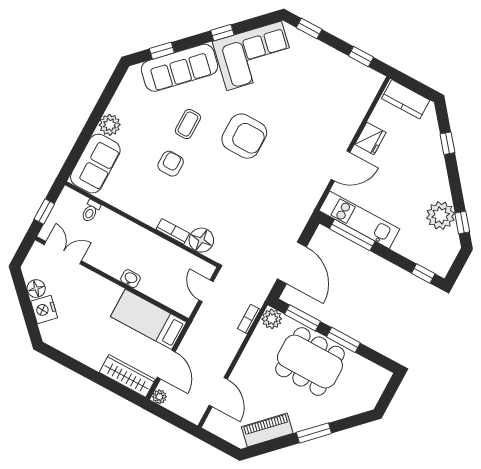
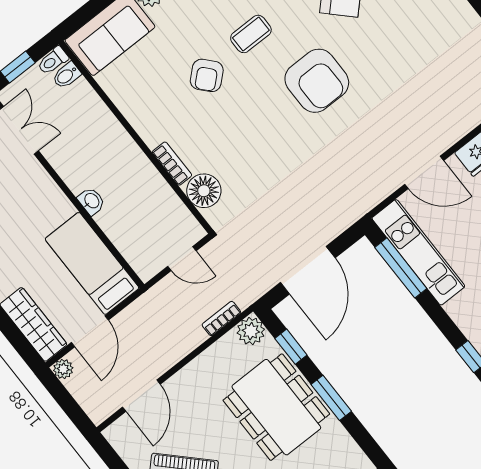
armchair: (171, 164) -> (207, 75), turned 138
bidet: (79, 203) -> (67, 75), added
toilet: (91, 211) -> (53, 61), moved
door: (206, 291) -> (182, 259), swing flipped
window: (302, 318) -> (291, 347), width x0.67

